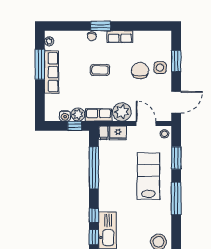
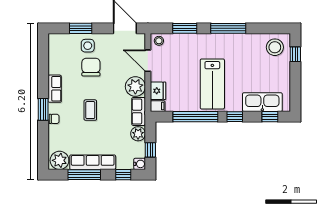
plant: (49, 41) -> (59, 160), width x1.87, depth x1.87
chair: (140, 71) -> (91, 67), turned 90
window: (40, 101) -> (123, 175), added
water cooler: (65, 116) -> (140, 164), moved
door: (146, 124) -> (148, 61), hinge flipped
window: (75, 126) -> (150, 150), moved
lab bench: (148, 176) -> (212, 84), moved, turned -90
window: (94, 215) -> (235, 117), moved

